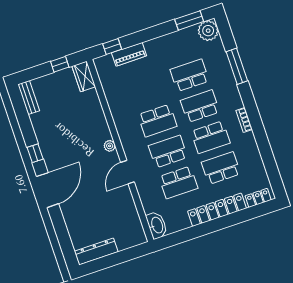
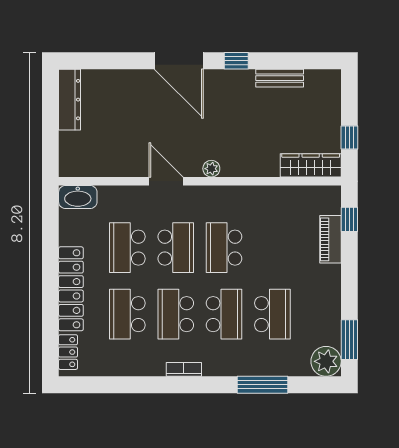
wardrobe: (84, 76) -> (311, 165), width x1.50
bench: (29, 98) -> (280, 78), moved
school desk: (221, 168) -> (127, 314), turned 180

